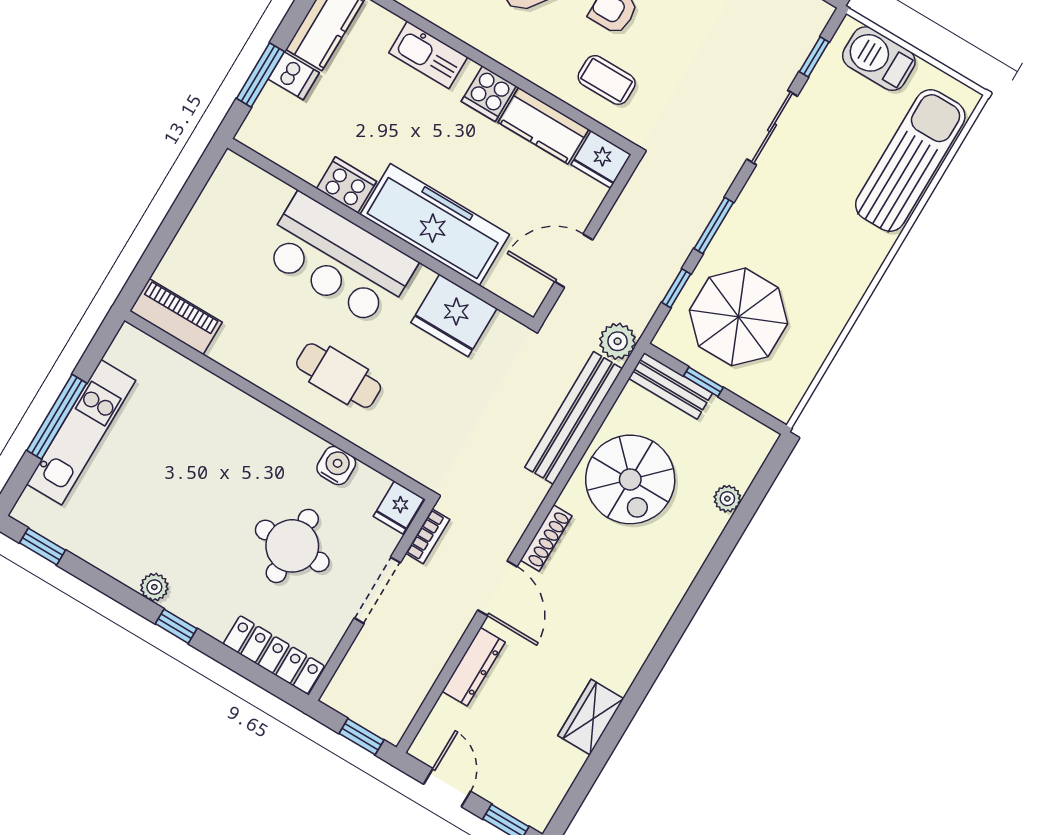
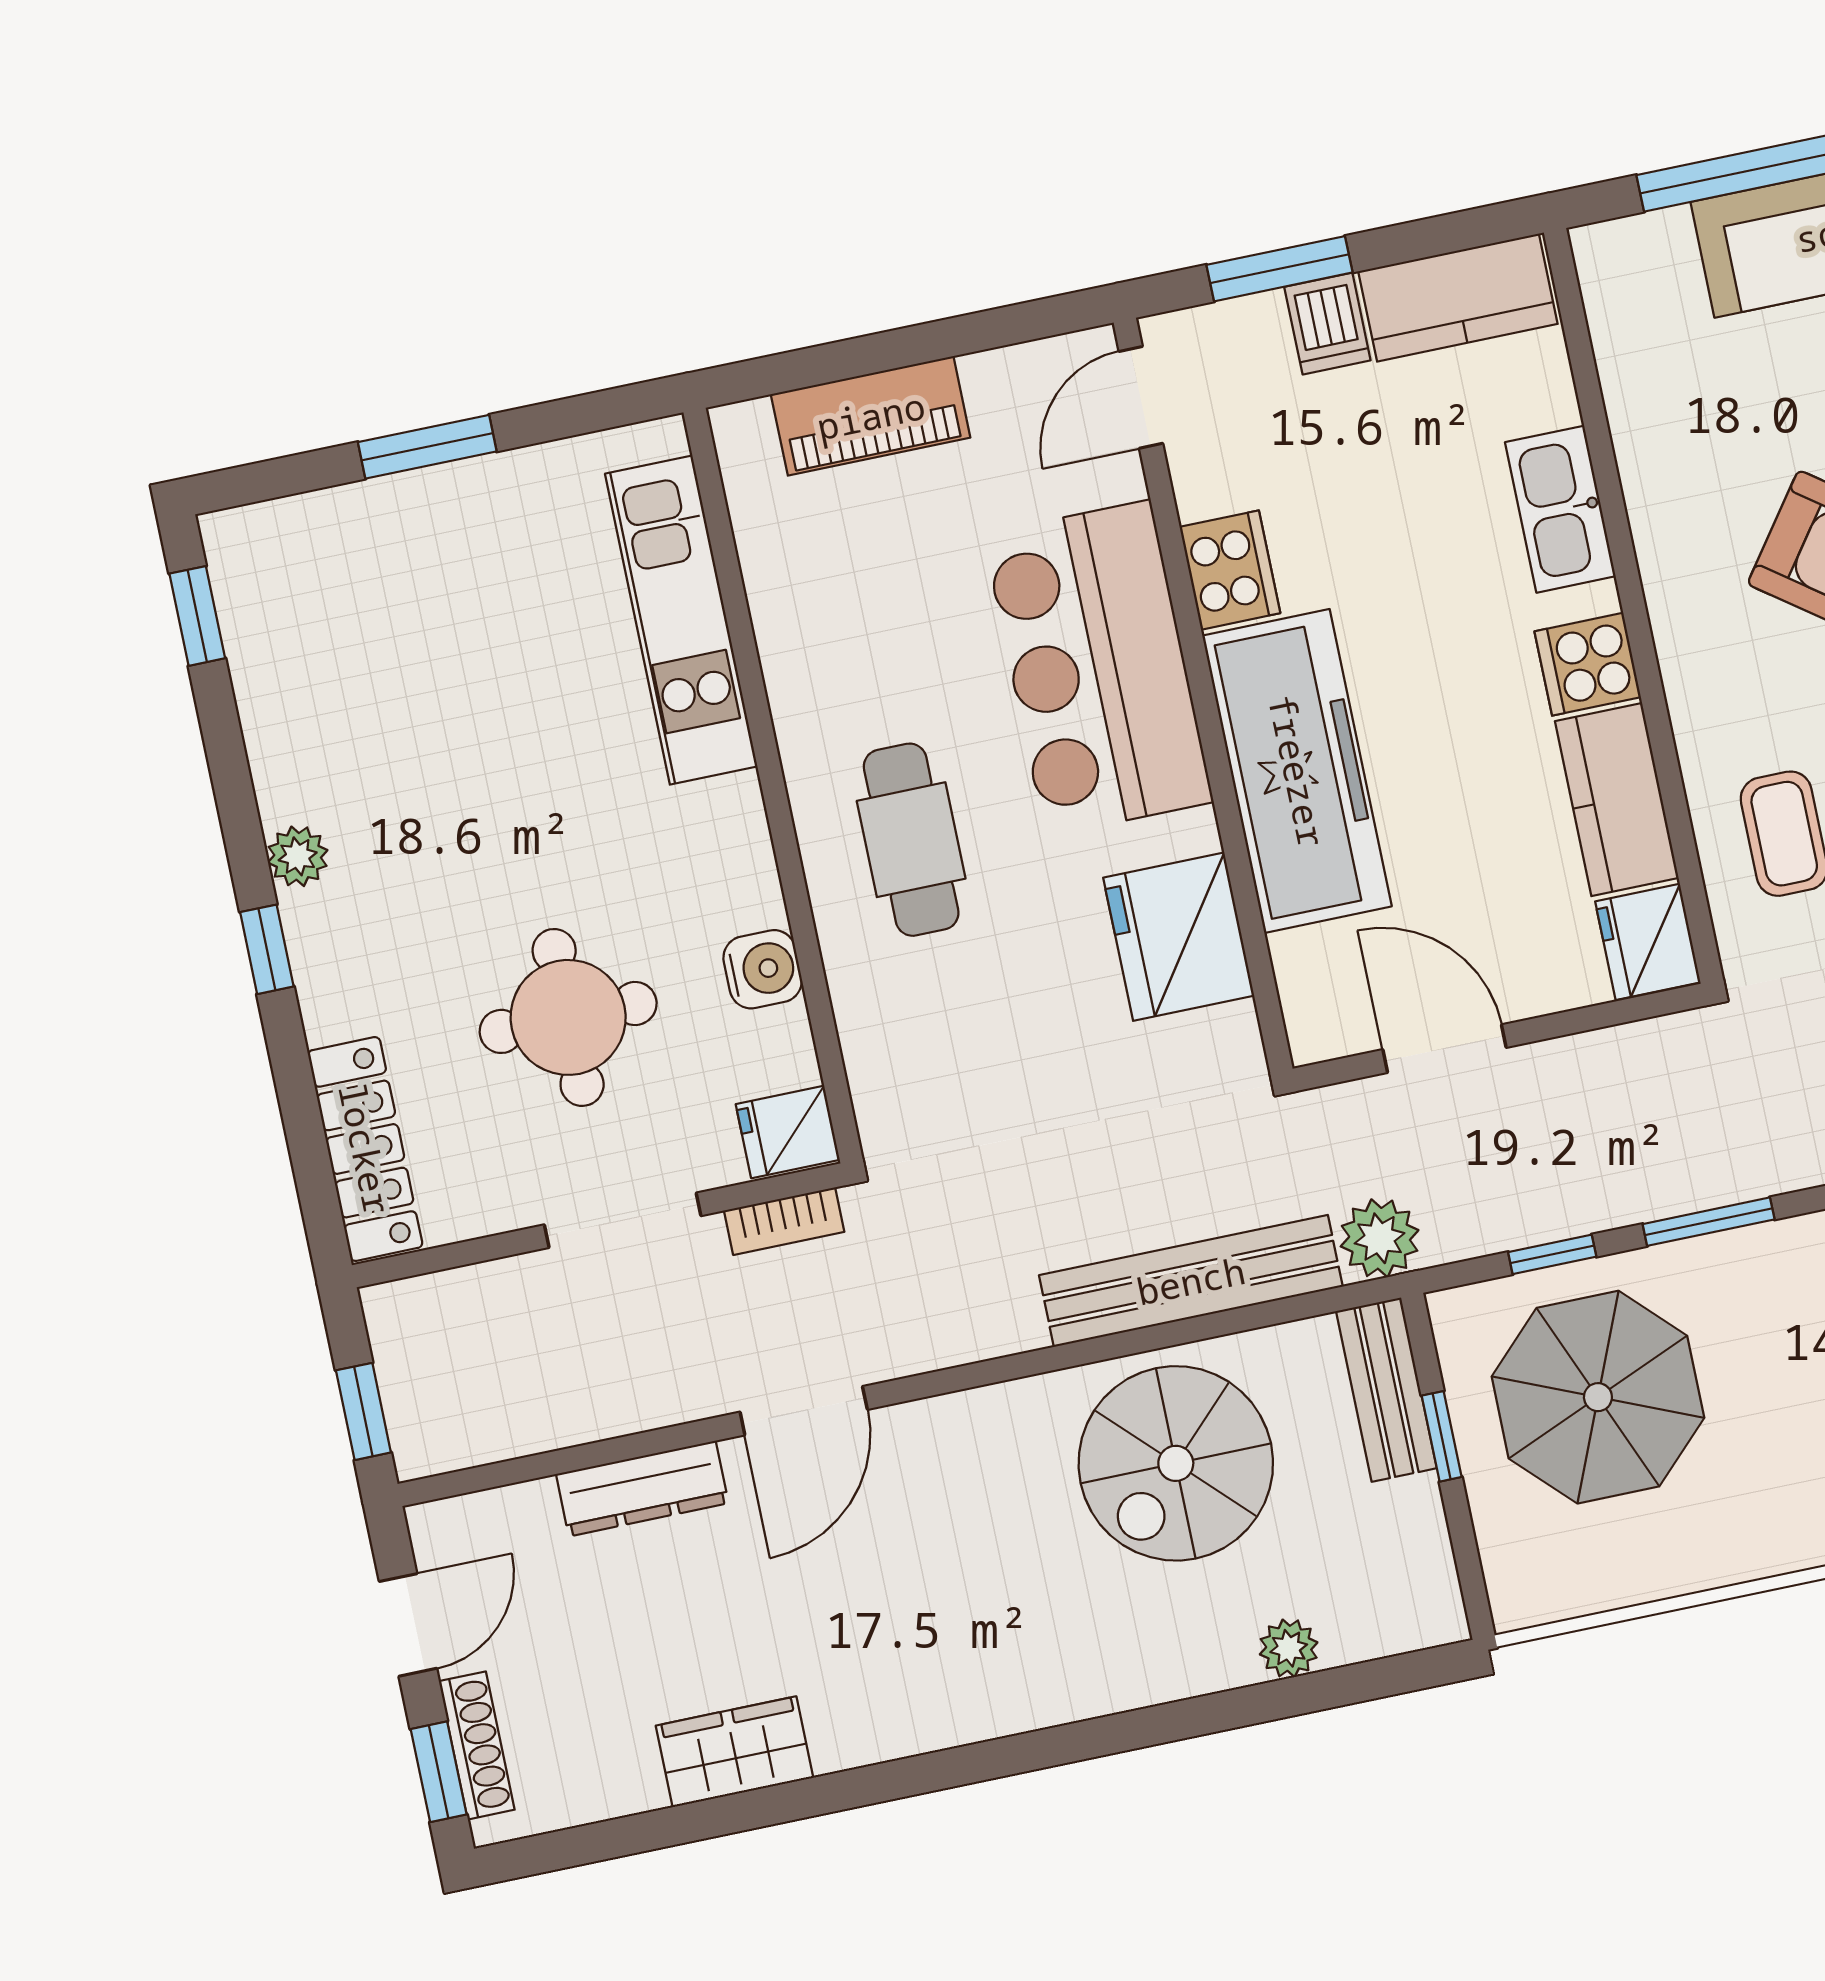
door: (261, 161) -> (1141, 397), added
piano: (176, 317) -> (871, 416), moved, turned 90
window: (57, 417) -> (427, 447), width x0.69
kitchen unit: (81, 432) -> (681, 620), moved, turned 90
shoe rack: (546, 538) -> (477, 1745), moved, turned -90

